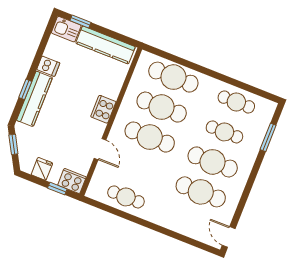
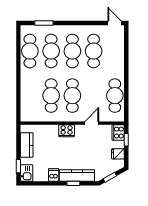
kitchen counter: (105, 45) -> (27, 145), width x0.67
cafe table: (173, 77) -> (30, 96), removed
cafe table: (236, 102) -> (30, 51), width x1.37, depth x1.35
cafe table: (224, 132) -> (51, 51), width x1.37, depth x1.35
cafe table: (126, 197) -> (115, 96), width x1.37, depth x1.35
door: (229, 237) -> (114, 23), swing flipped

